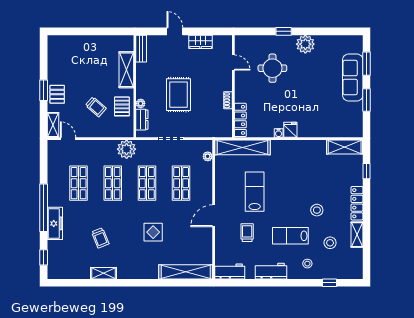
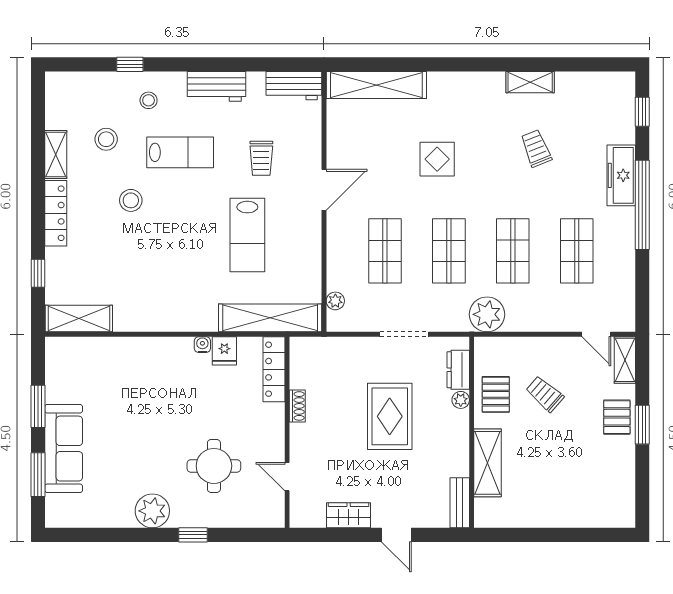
fridge: (290, 130) -> (224, 351), moved
window: (330, 283) -> (130, 64), moved

